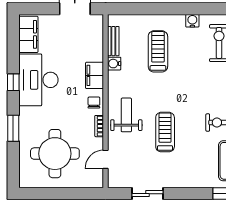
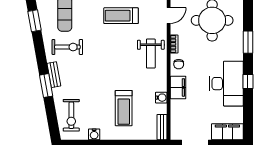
filing cabinet: (28, 34) -> (227, 132), moved, turned 90
bench: (113, 41) -> (162, 127), moved
treadmill: (165, 132) -> (121, 16), moved, turned 90

